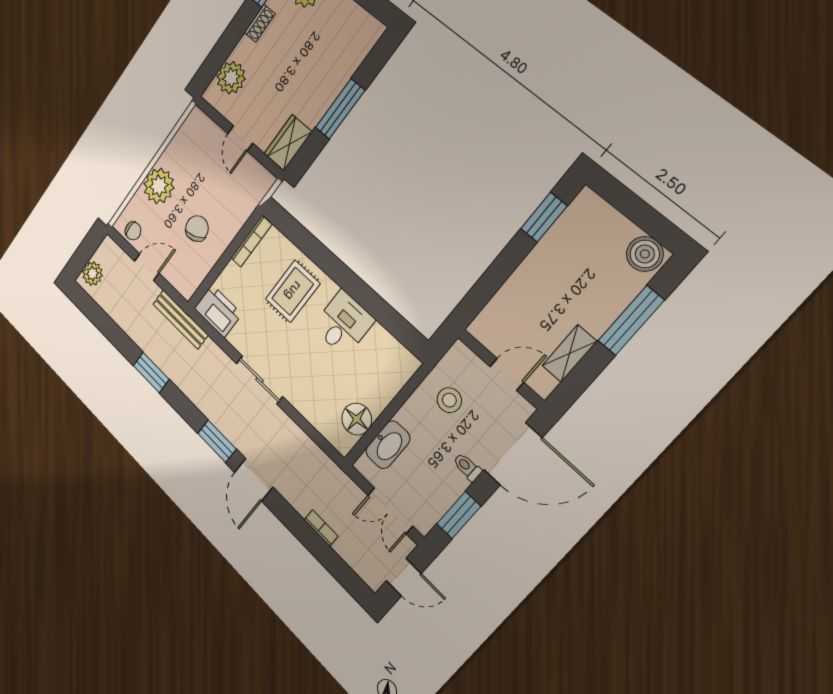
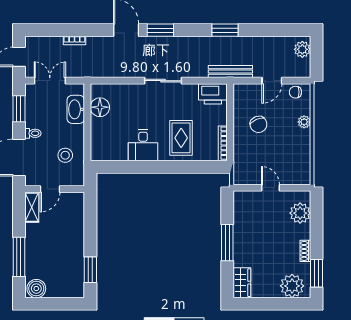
wardrobe: (288, 143) -> (242, 283), moved
plant: (159, 186) -> (304, 122), width x0.53, depth x0.53
shelving: (570, 353) -> (32, 207), moved

